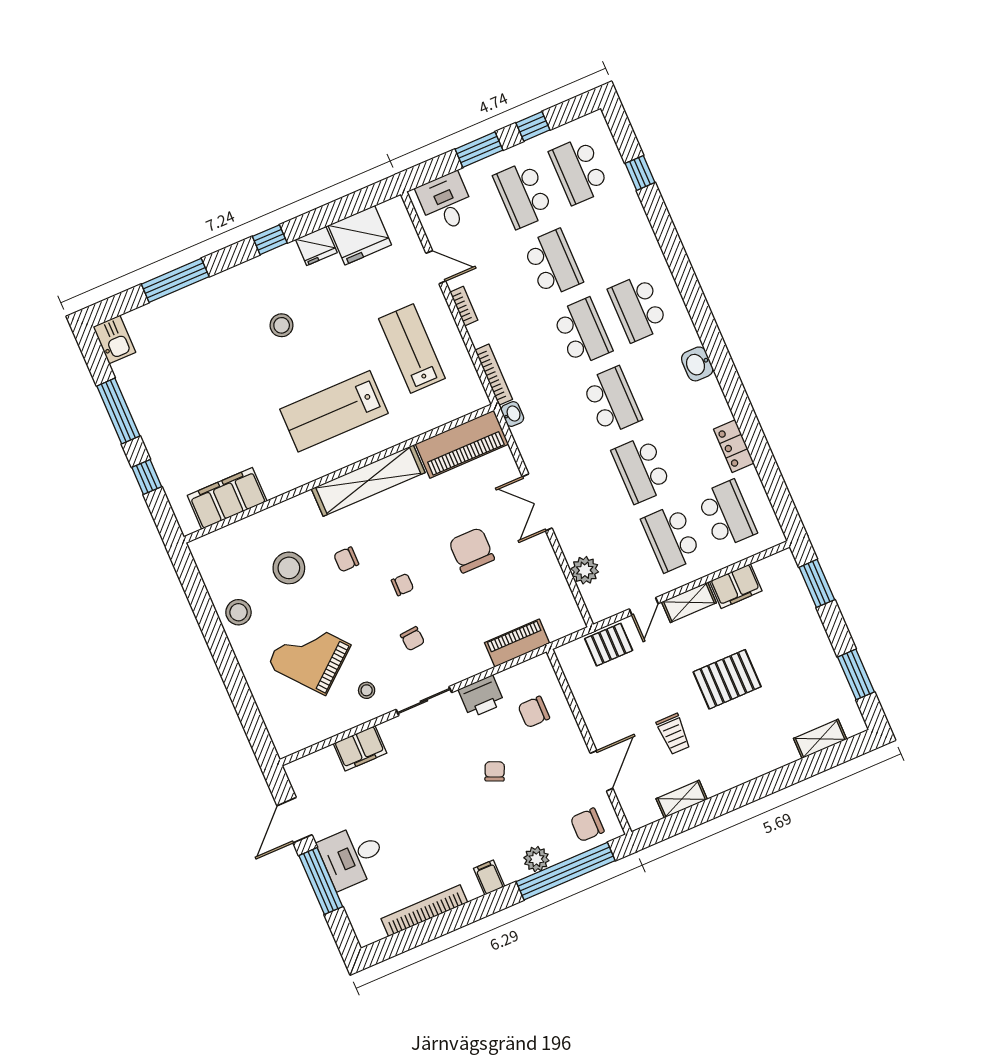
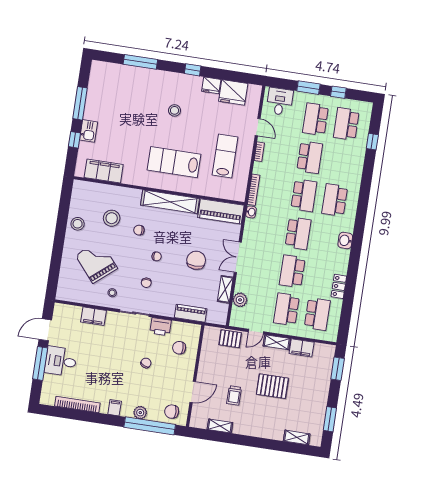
kitchen sink: (114, 339) -> (89, 131), moved
shelving: (550, 568) -> (225, 289), added

